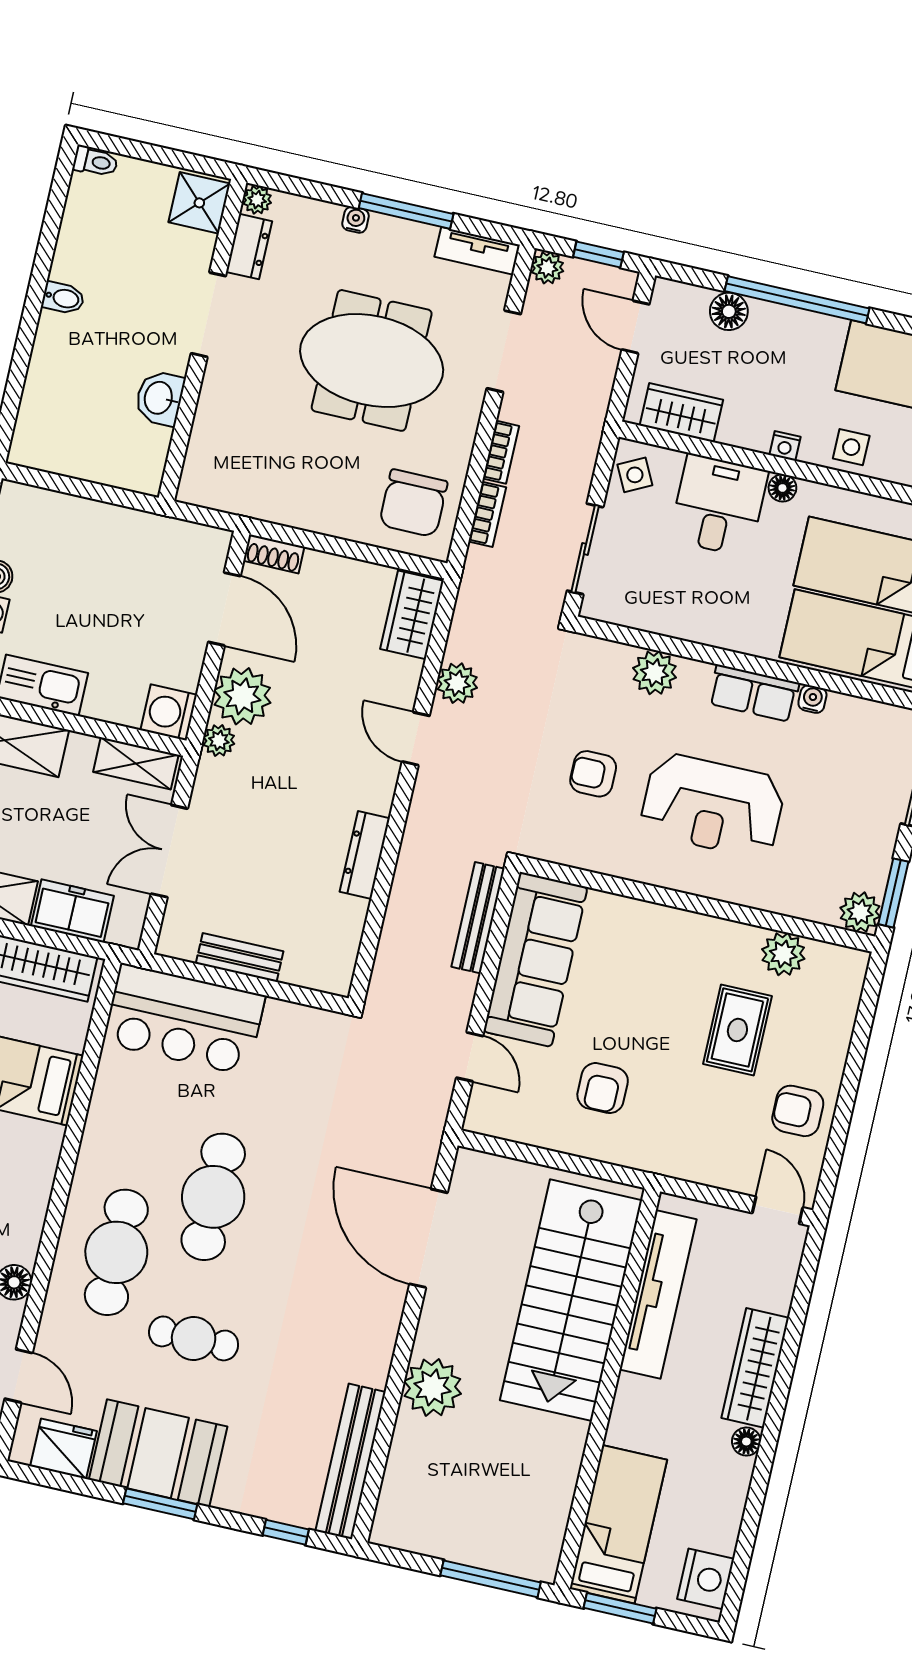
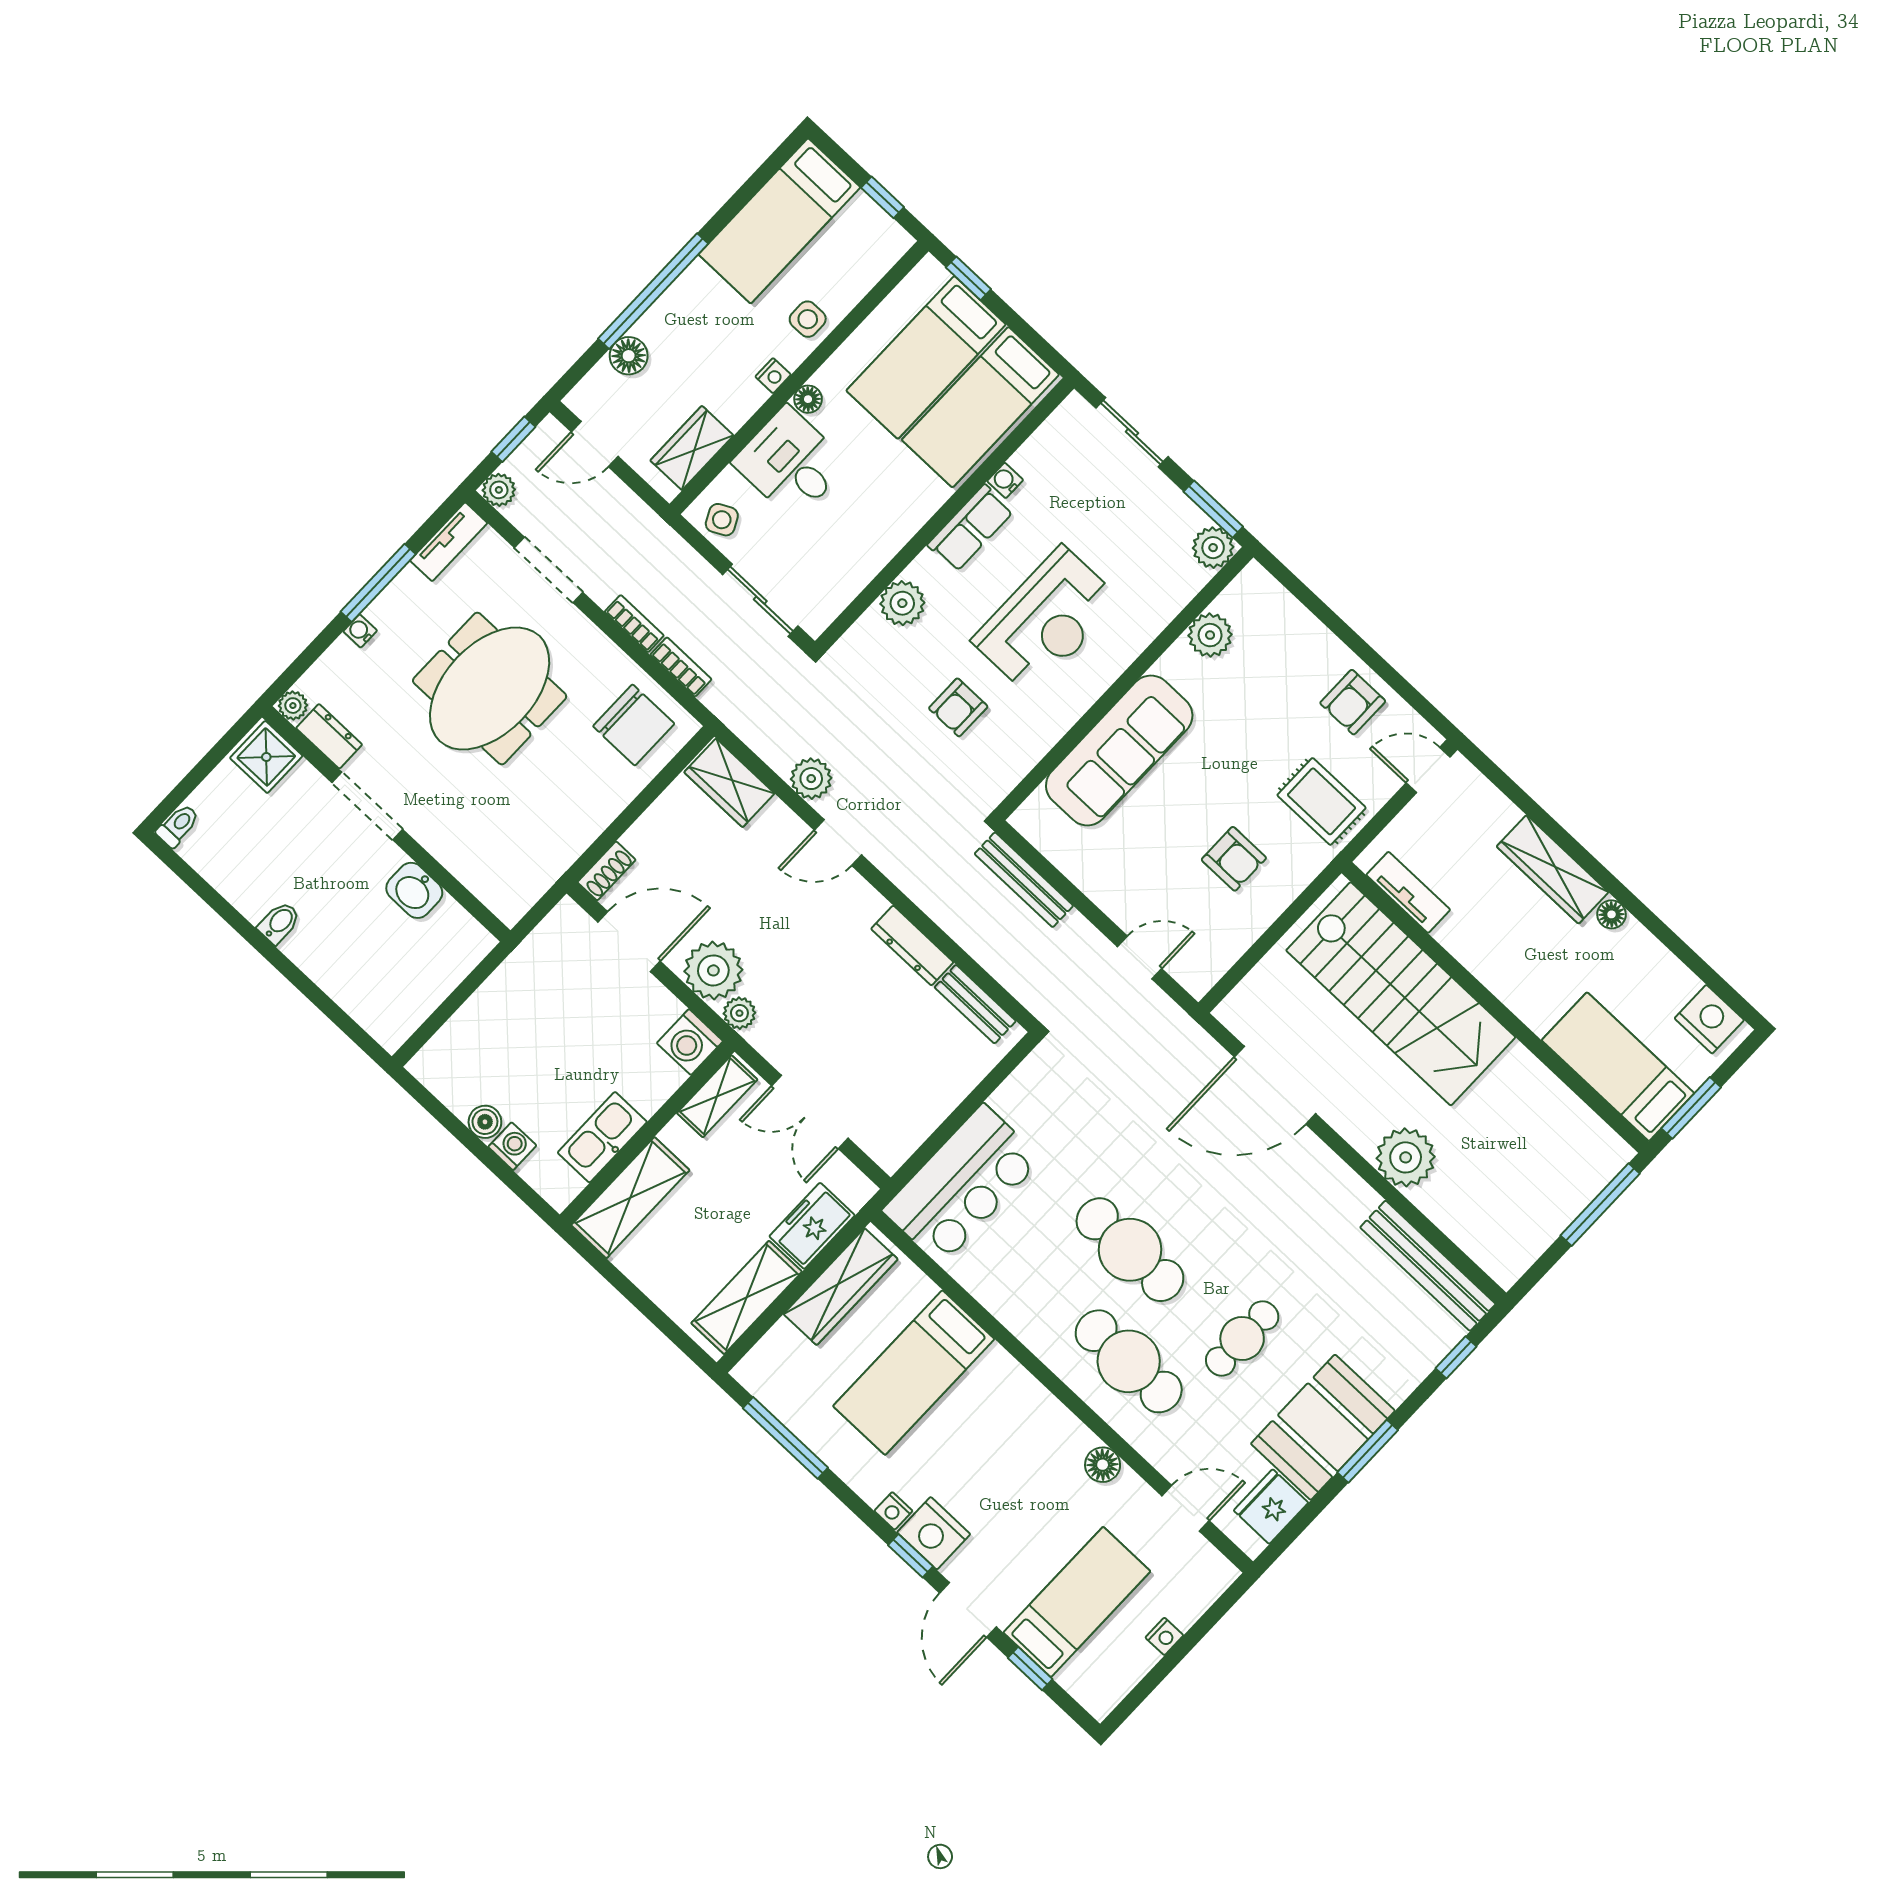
bench: (240, 957) -> (975, 1004), moved, turned 90
sofa: (535, 959) -> (1119, 750), moved, turned 90
rug: (737, 1030) -> (1322, 801), moved
tv unit: (658, 1294) -> (1408, 892), width x0.52, depth x0.78

